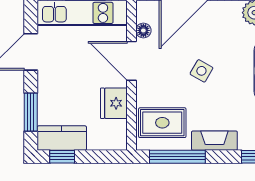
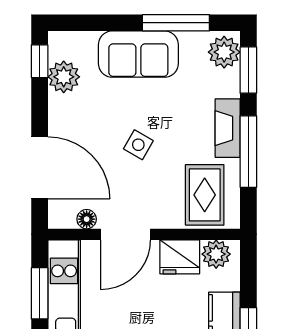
plant: (116, 132) -> (216, 254), added
window: (177, 157) -> (248, 152), moved

